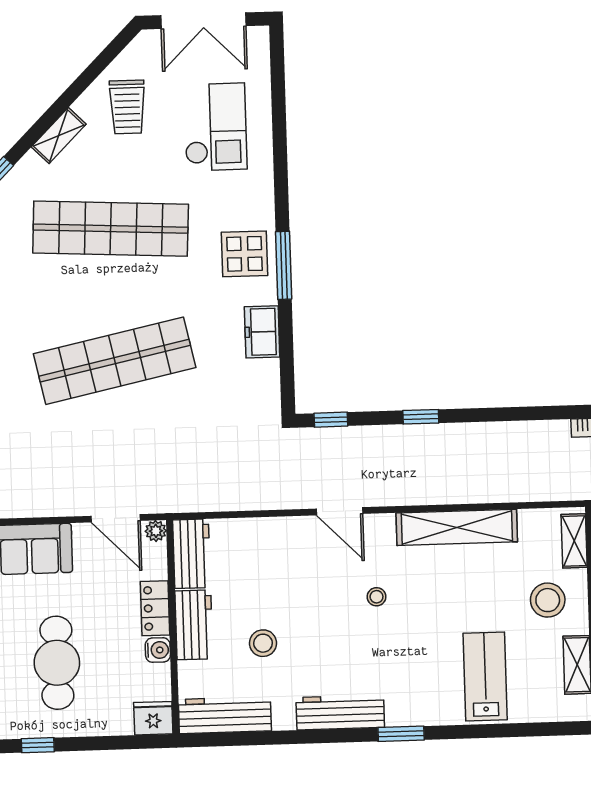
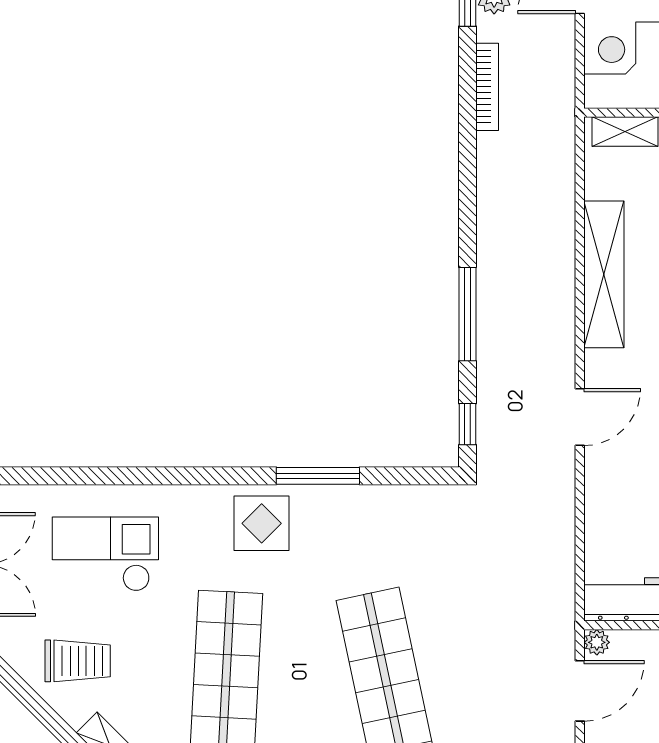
window: (284, 265) -> (318, 476), moved
freezer: (262, 332) -> (358, 505), removed
window: (421, 417) -> (467, 314), width x2.17

